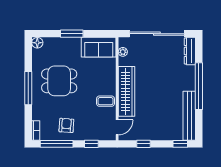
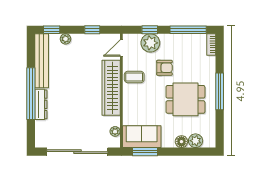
window: (72, 34) -> (145, 152), moved
floor lamp: (37, 43) -> (181, 142), moved
plant: (50, 44) -> (196, 141), added
dresser: (190, 51) -> (41, 104), moved
armchair: (66, 125) -> (164, 68), moved, turned -94
plant: (91, 132) -> (150, 43), added
plant: (168, 136) -> (66, 39), added

